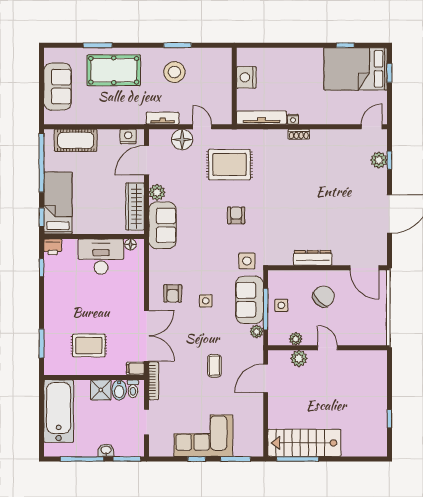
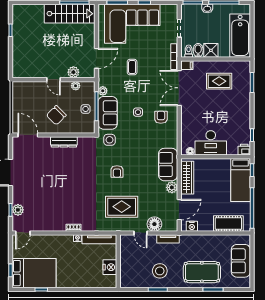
corner sofa: (203, 436) -> (132, 24), width x1.36, depth x1.36

